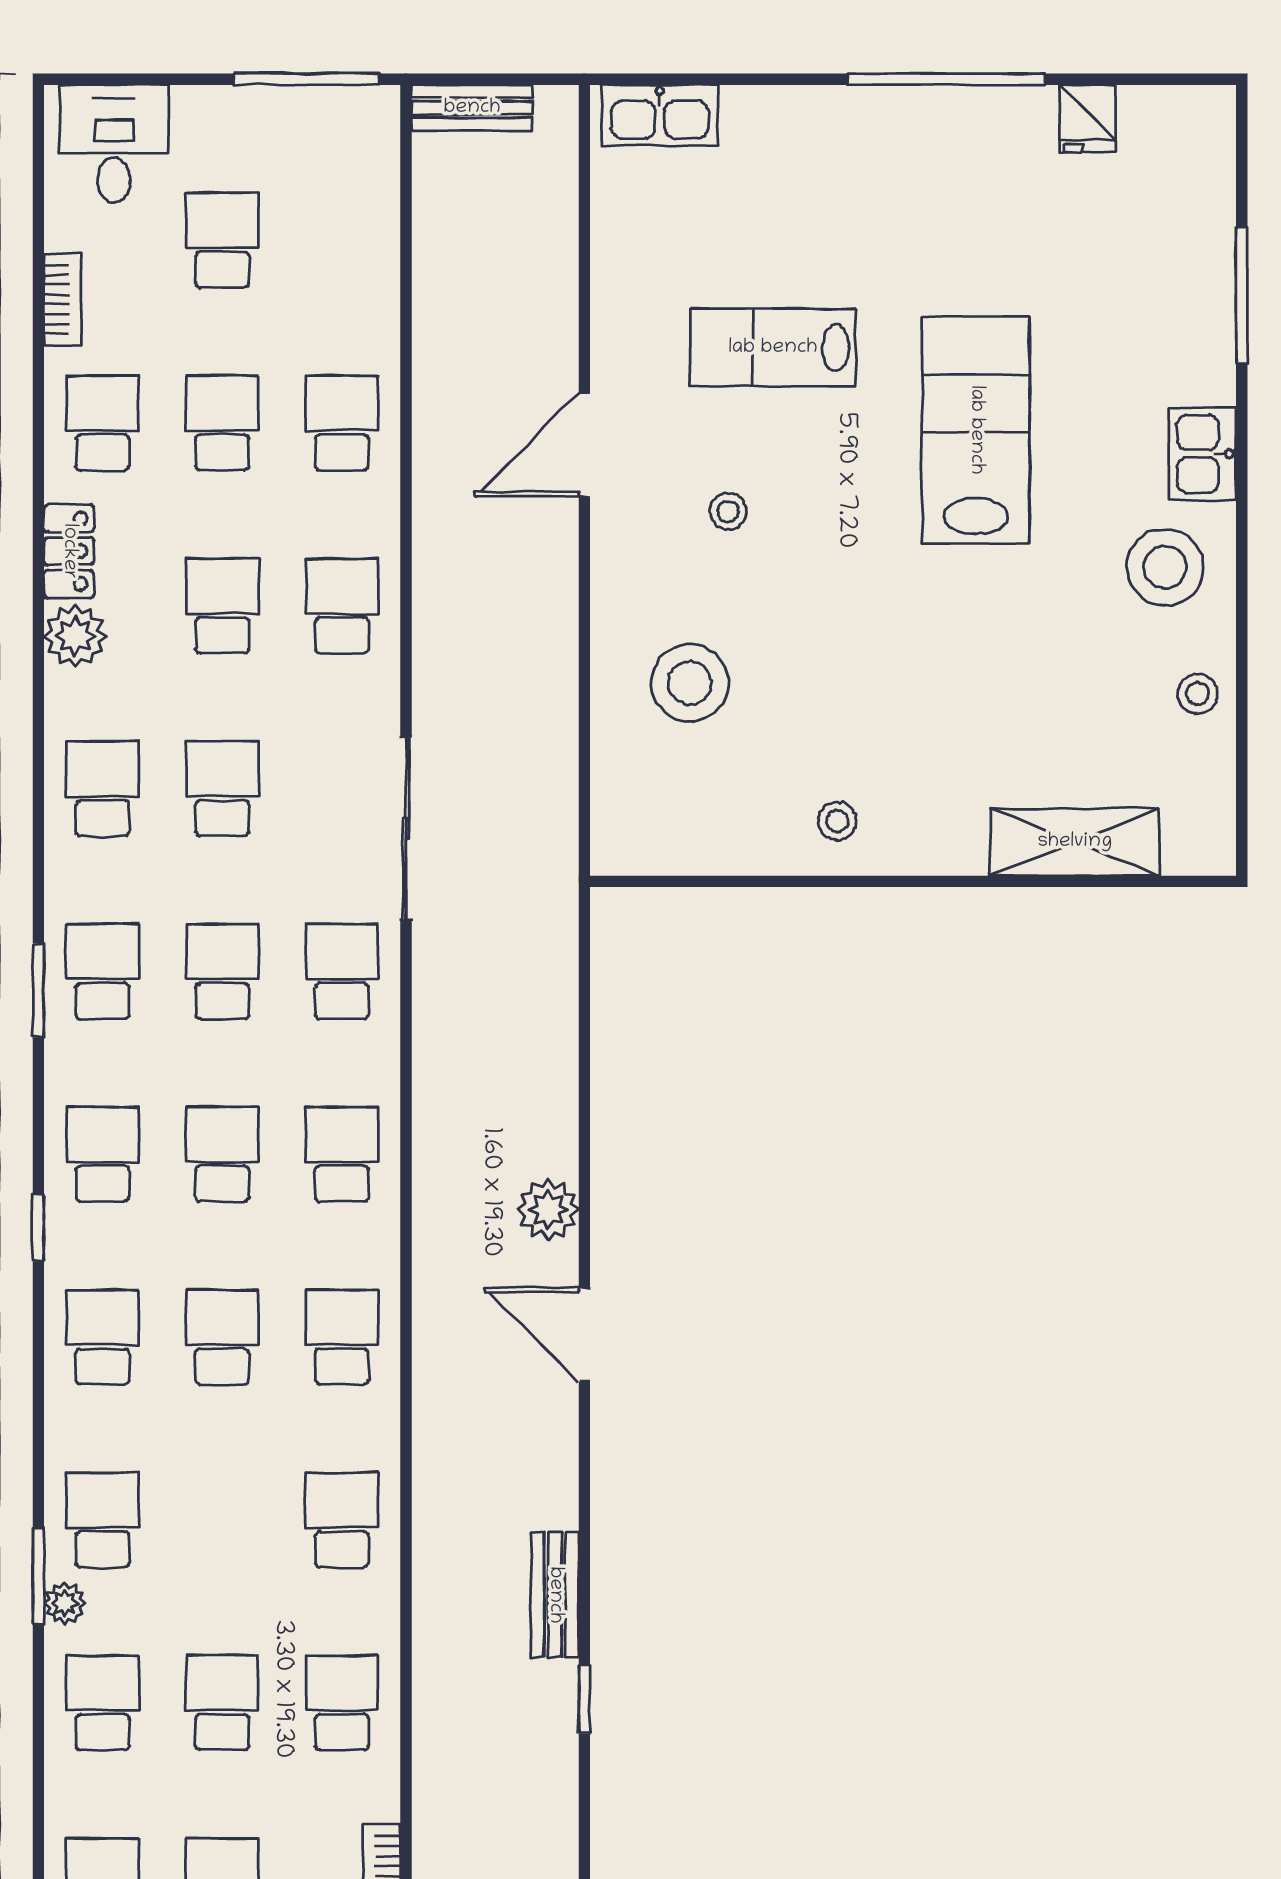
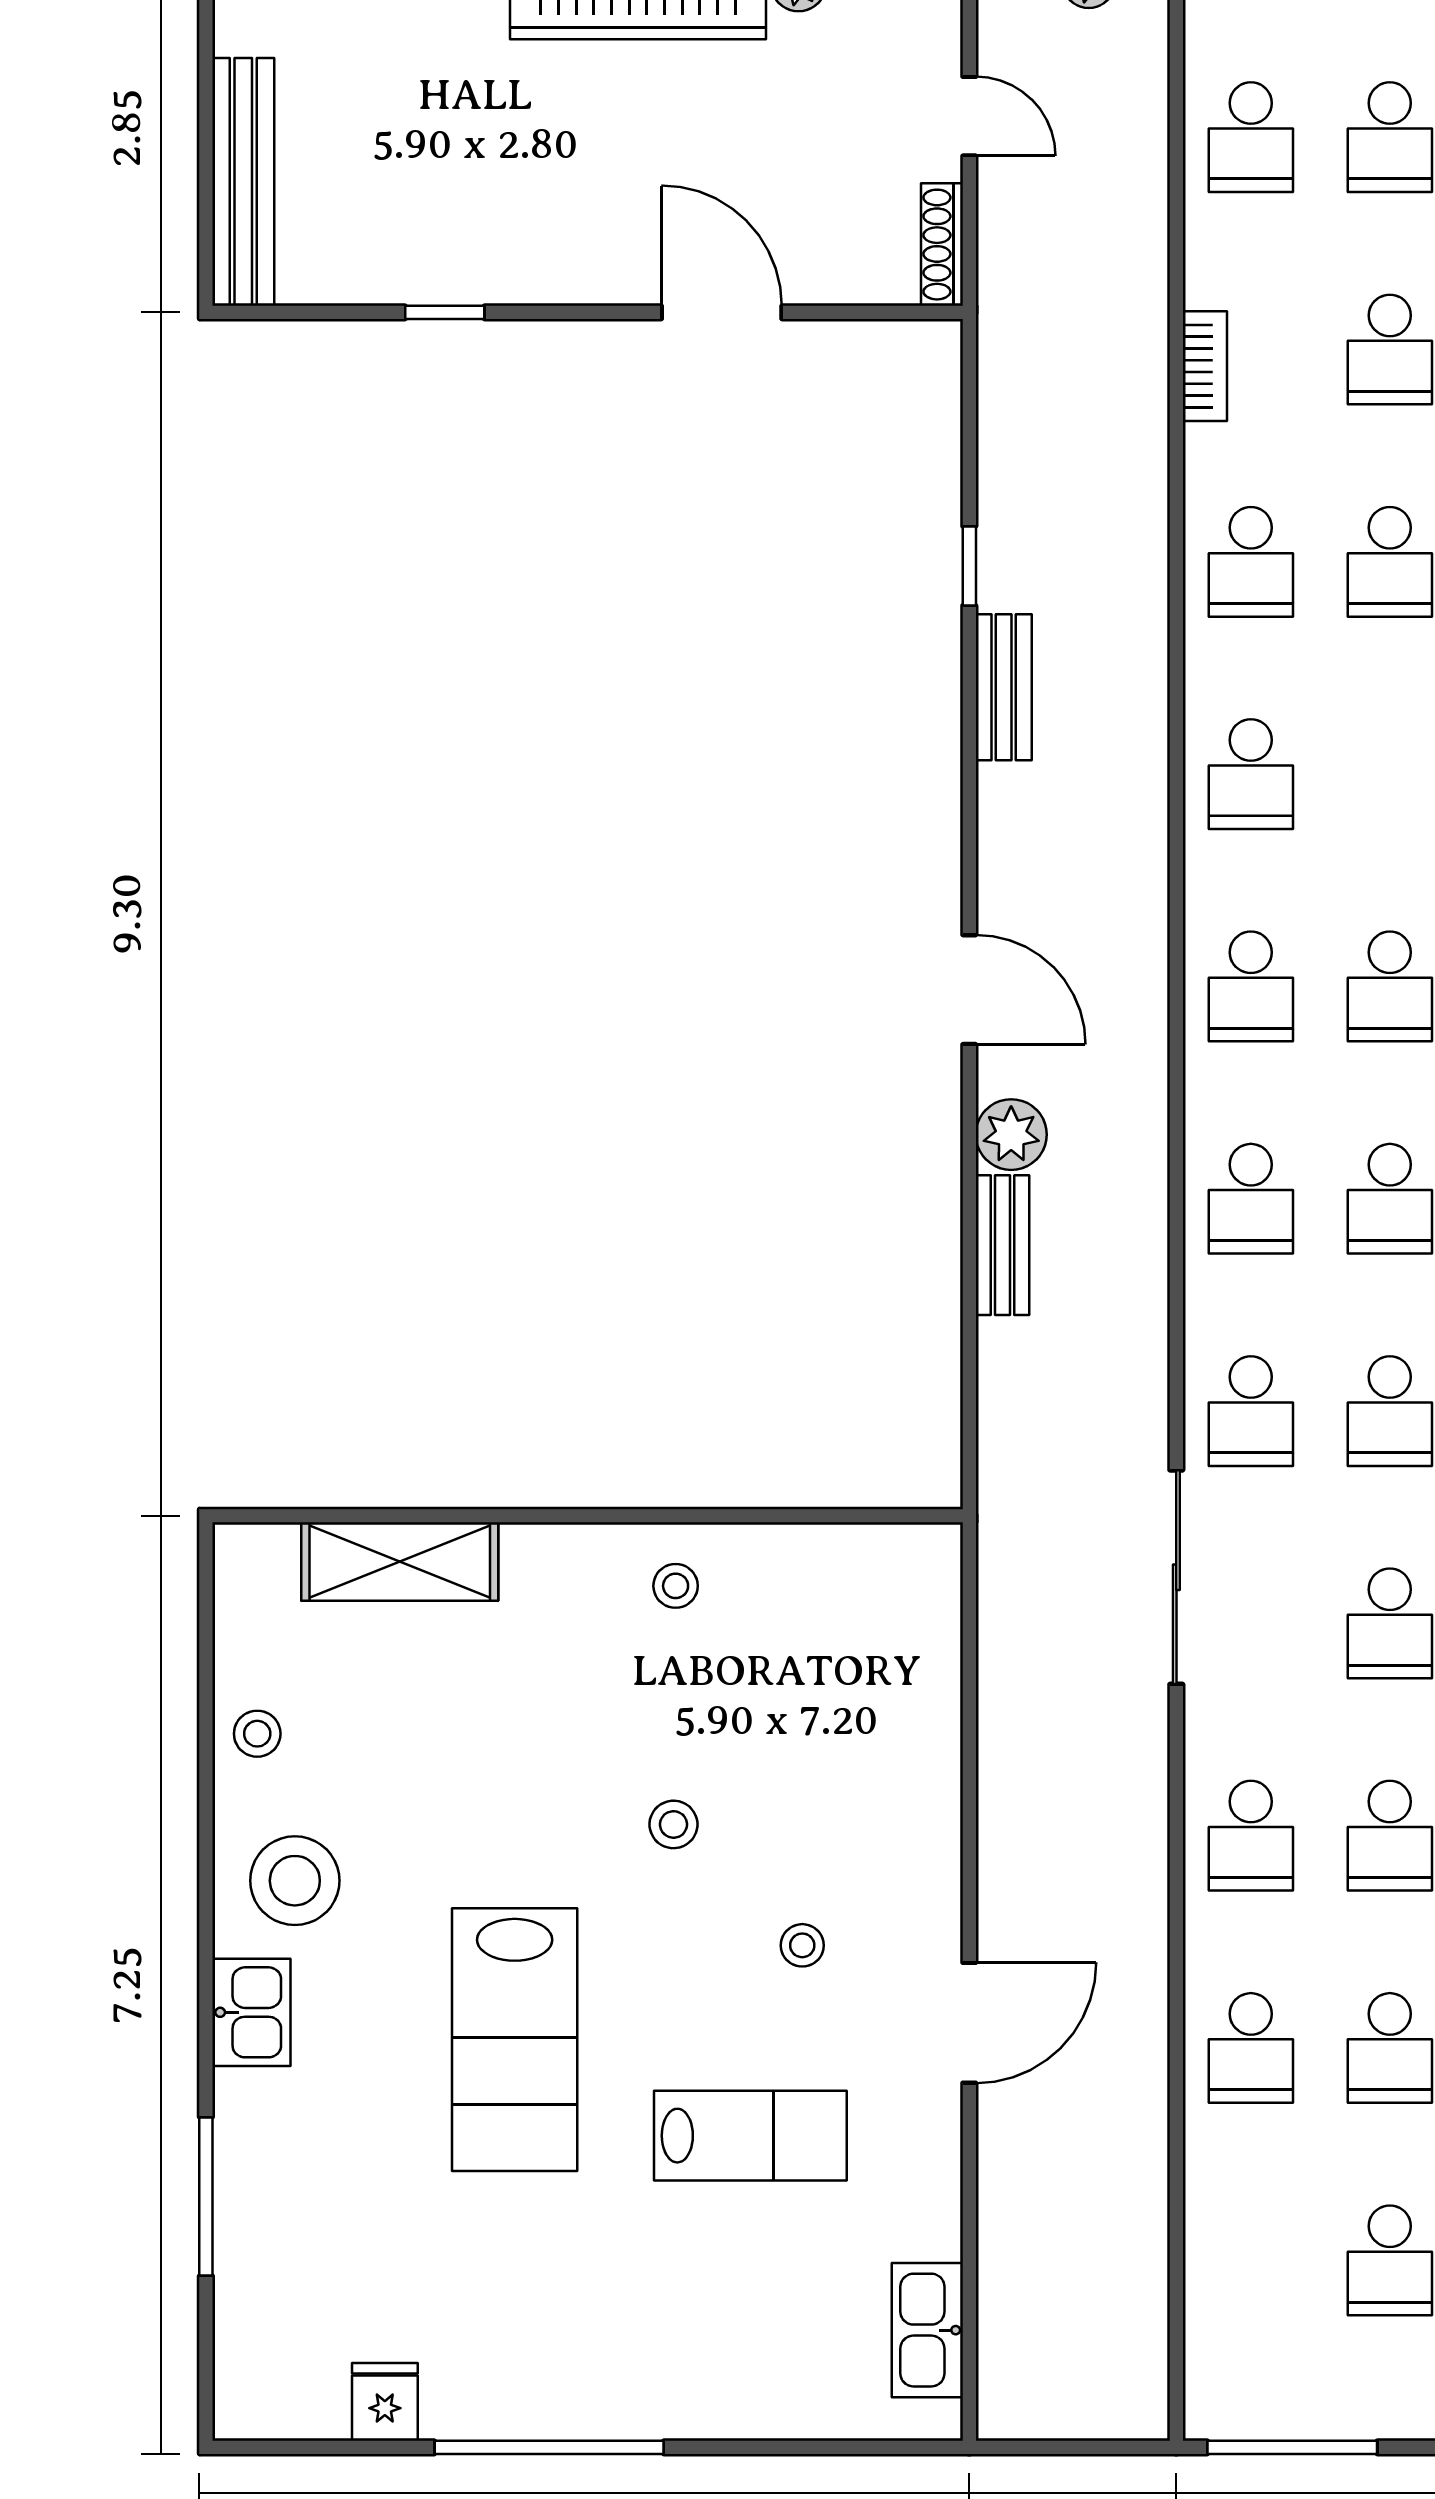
bench: (472, 108) -> (1002, 1245), moved, turned 90
kitchen sink: (660, 115) -> (927, 2330), moved, turned -90
stool: (690, 683) -> (673, 1824), moved, width x0.53, depth x0.53

